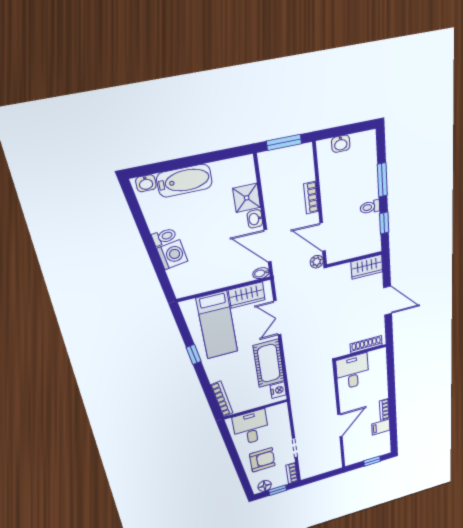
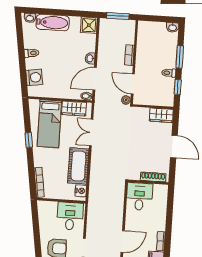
washbasin: (341, 144) -> (173, 27), moved
shower: (247, 198) -> (89, 25), moved
door: (267, 246) -> (95, 79), hinge flipped
washing machine: (172, 255) -> (34, 77), moved
desk: (251, 427) -> (70, 216), moved

